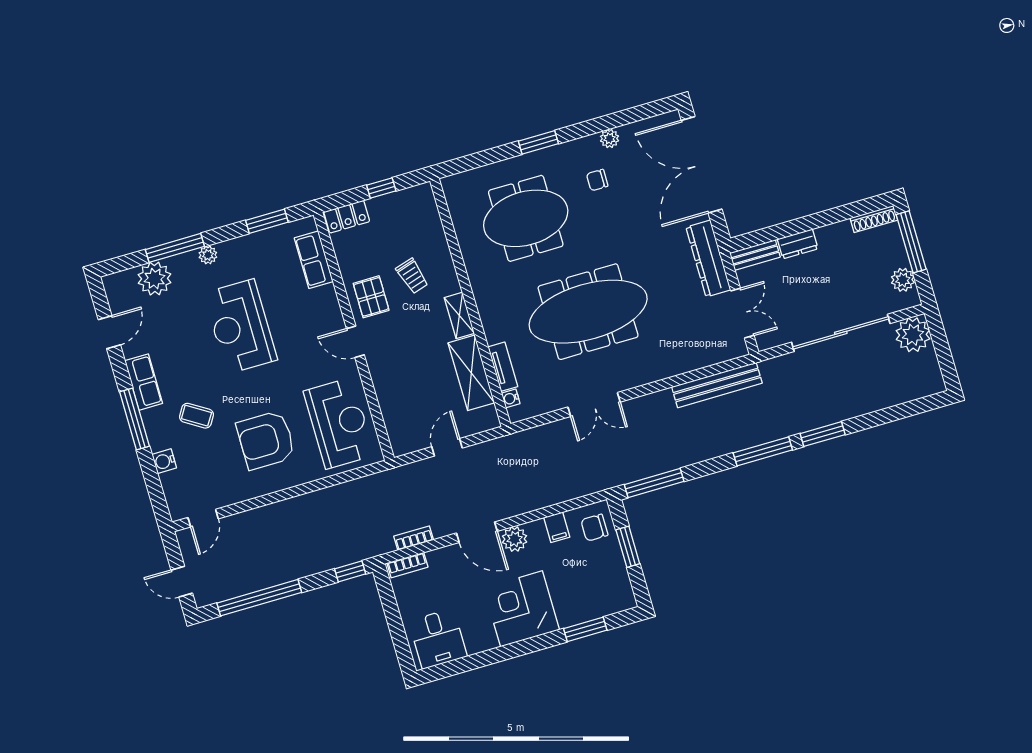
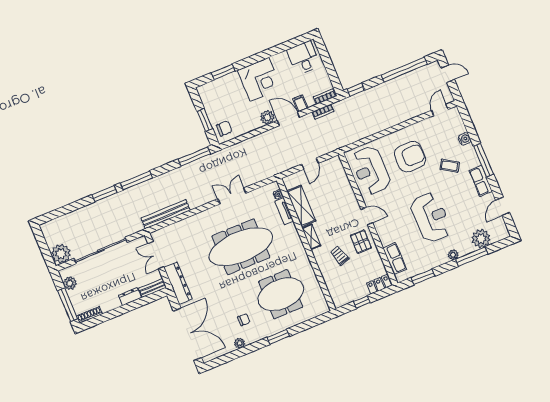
filing cabinet: (557, 527) -> (300, 103), moved

